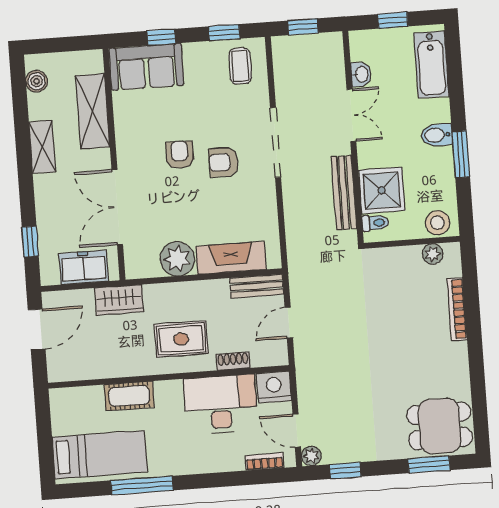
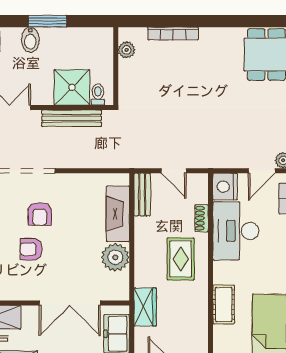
stool: (438, 223) -> (102, 44), removed

